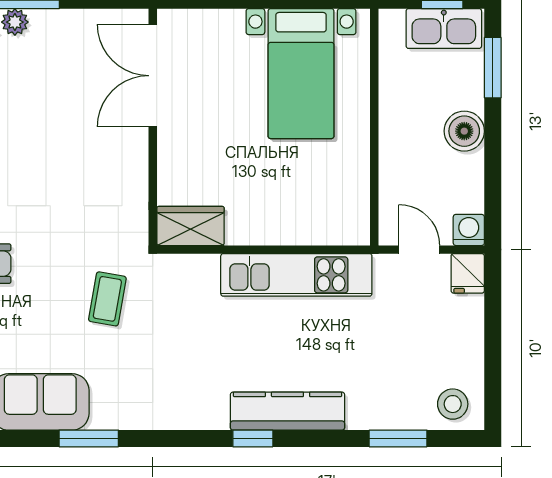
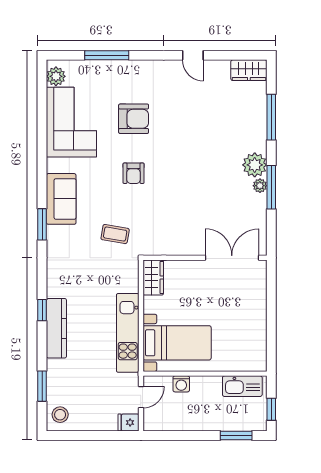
kitchen sink: (444, 28) -> (242, 386), moved, turned -90
bed with nightstands: (301, 74) -> (177, 343), moved, turned 180
boiler: (464, 131) -> (203, 421), removed
washing machine: (469, 230) -> (181, 384), moved, turned 90

